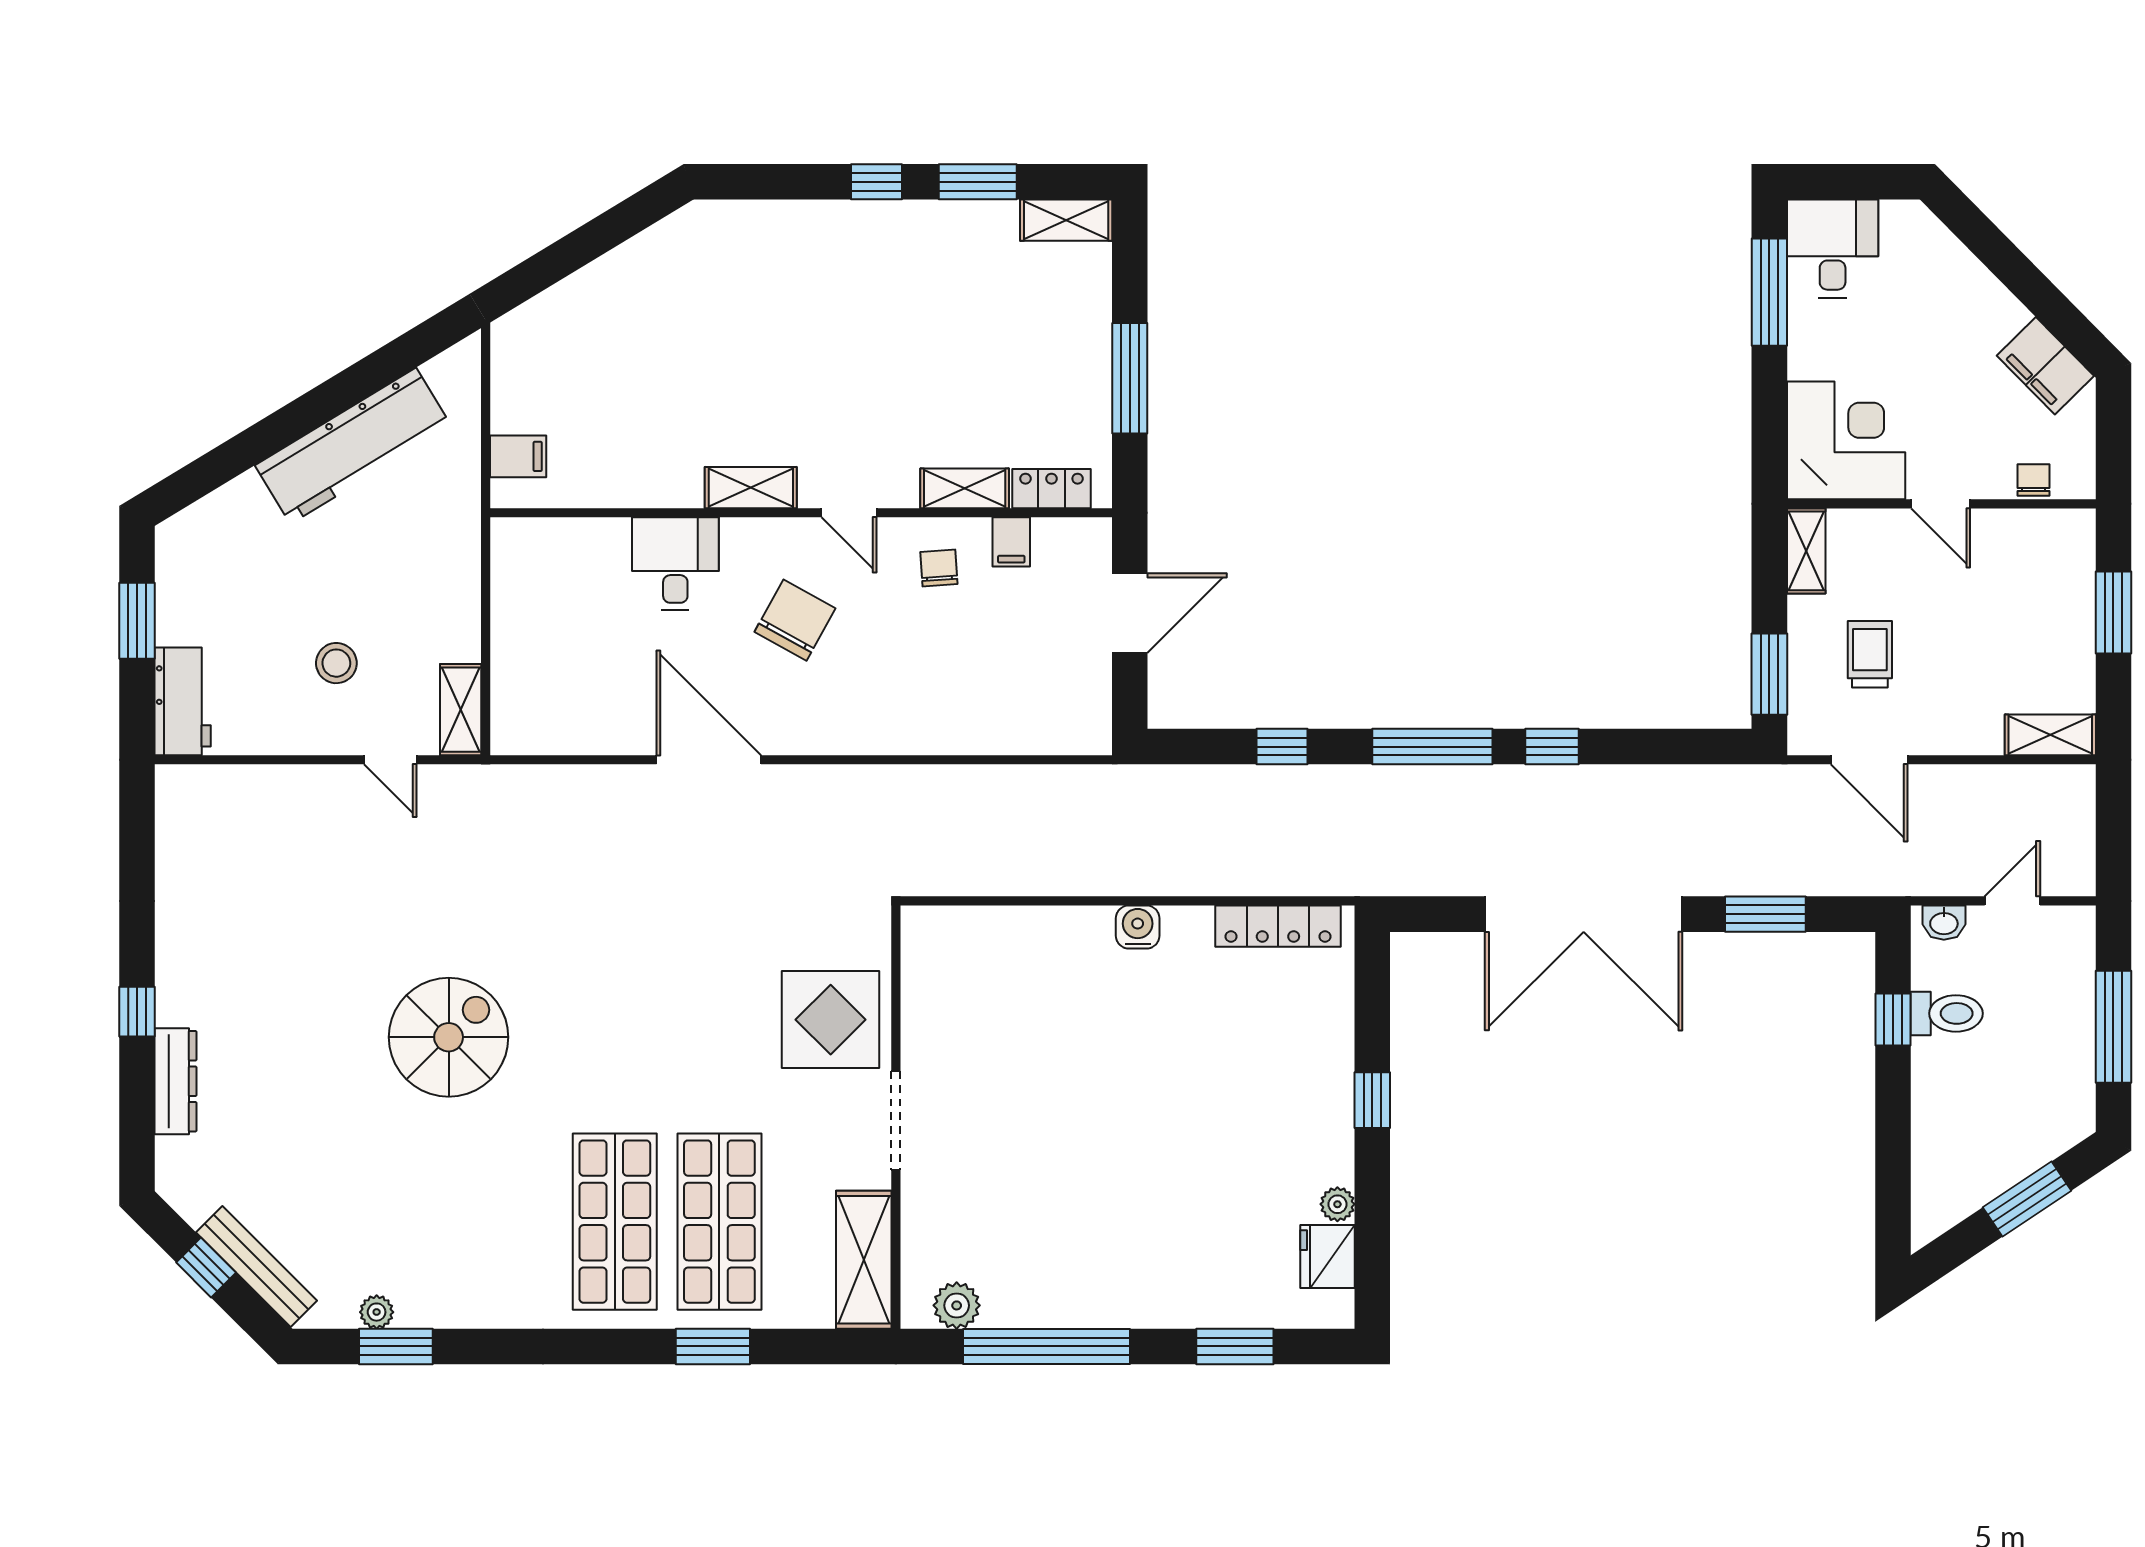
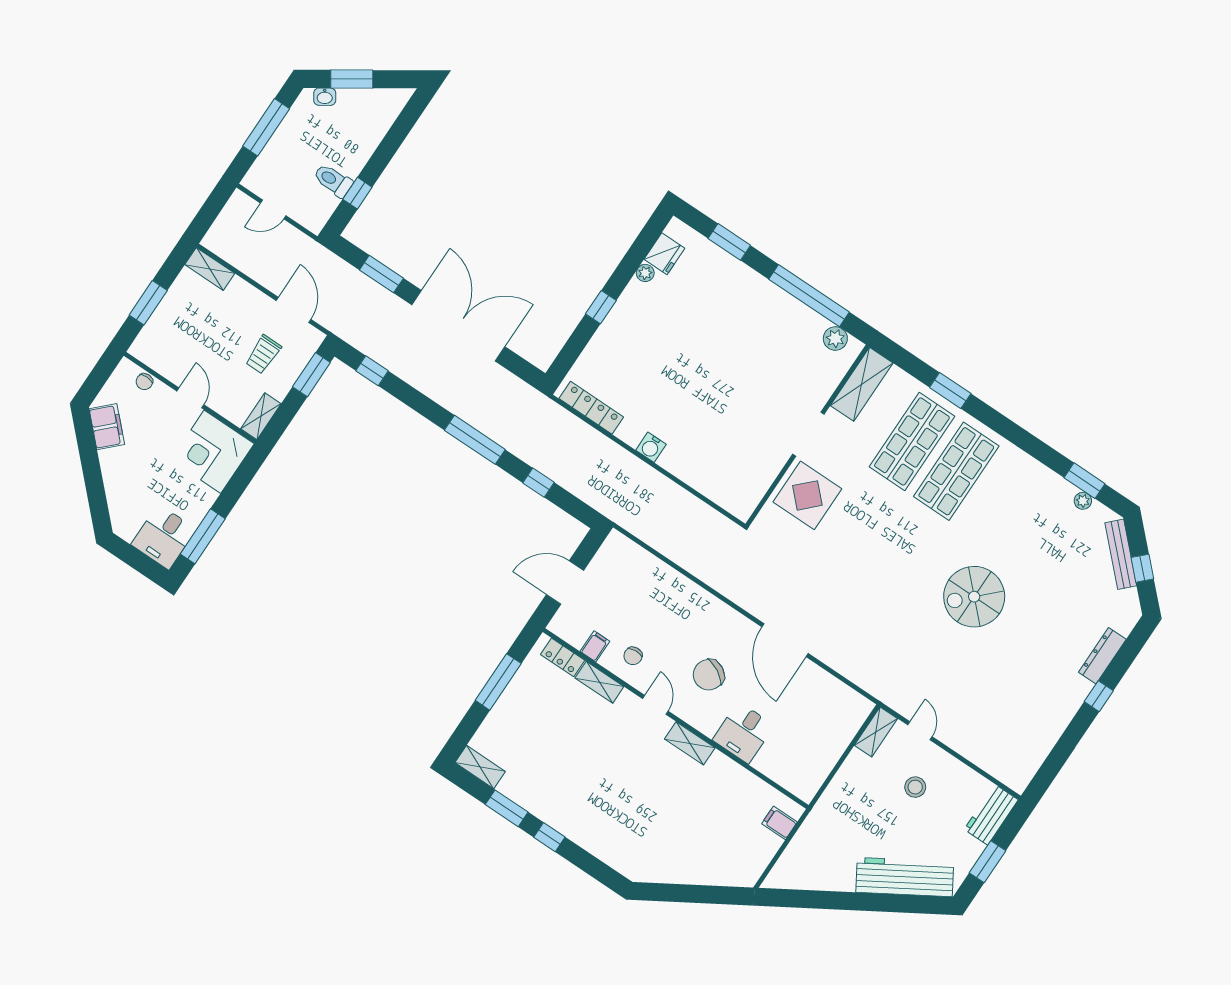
workbench: (353, 446) -> (905, 877), moved
window: (1552, 747) -> (372, 371), moved
washbasin: (1944, 923) -> (325, 97), moved, turned 146

